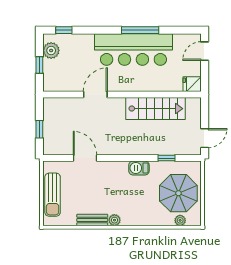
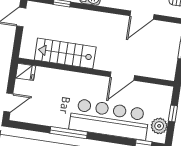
bar counter: (133, 50) -> (109, 119), moved
door: (85, 158) -> (142, 15), hinge flipped

